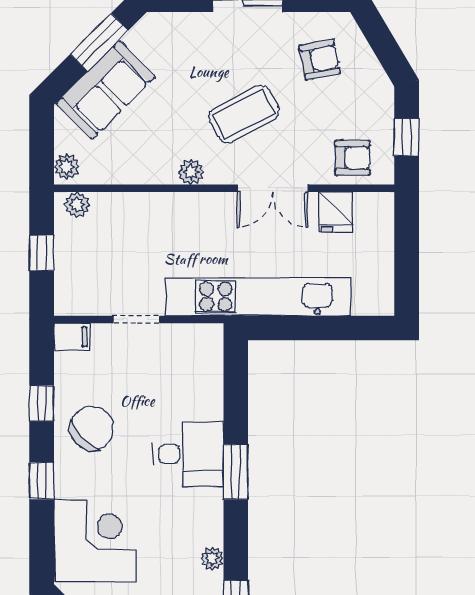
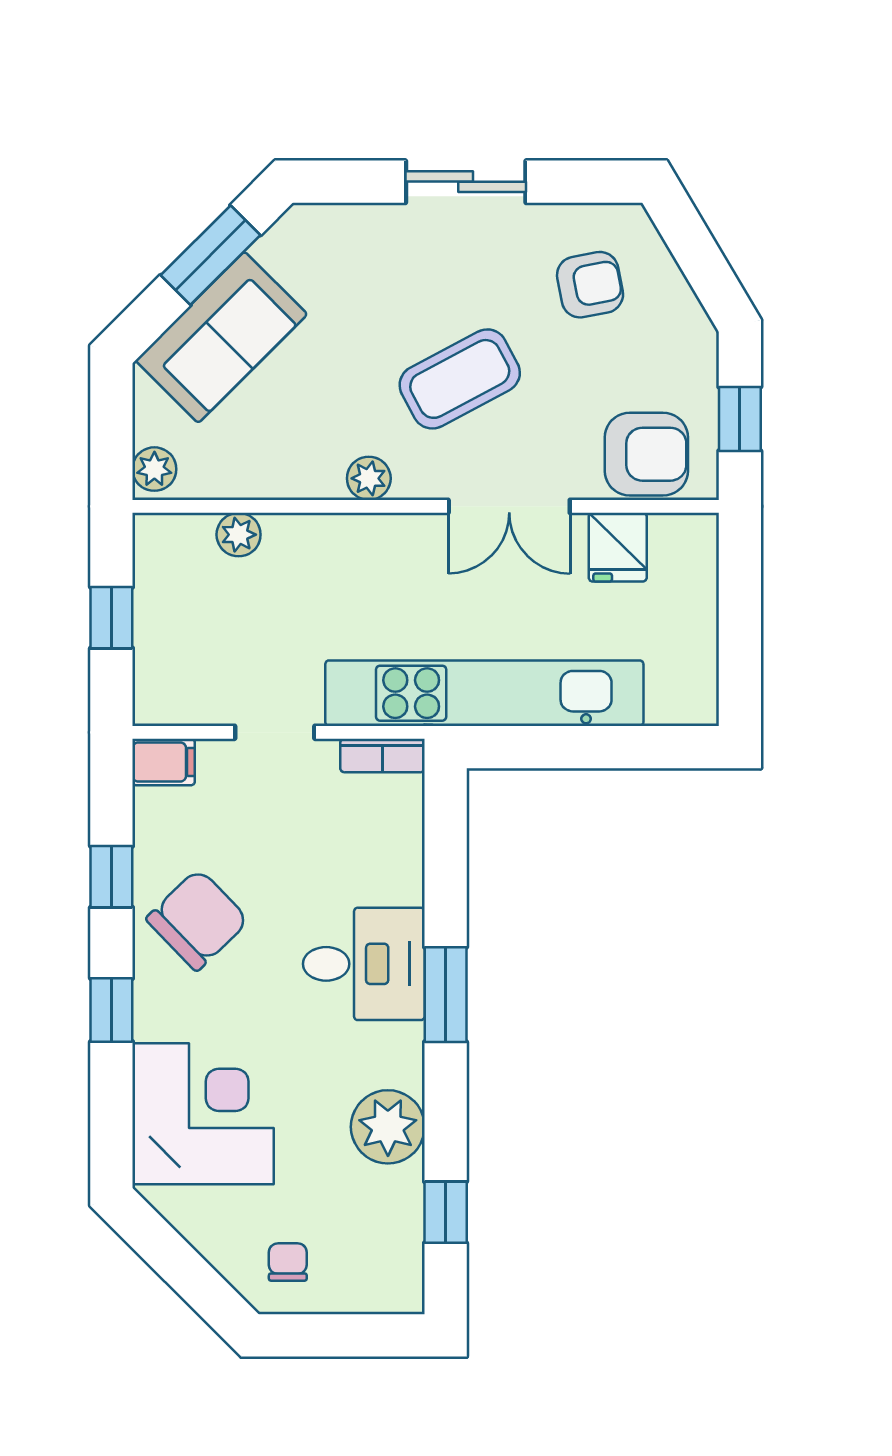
armchair: (352, 158) -> (646, 454), width x1.38, depth x1.38
plant: (77, 205) -> (239, 535), moved
bookcase: (199, 333) -> (382, 755), added
plant: (212, 559) -> (388, 1127), width x1.87, depth x1.87

